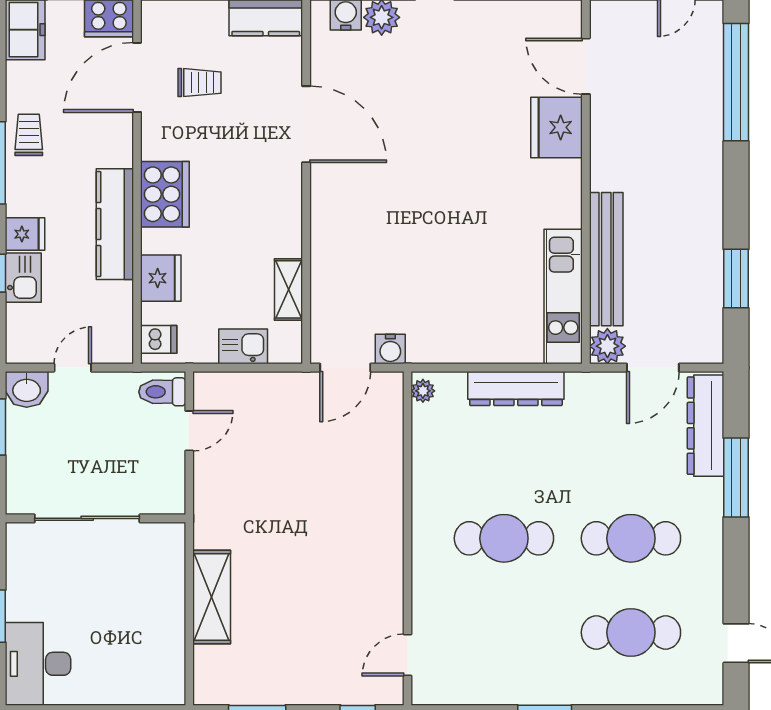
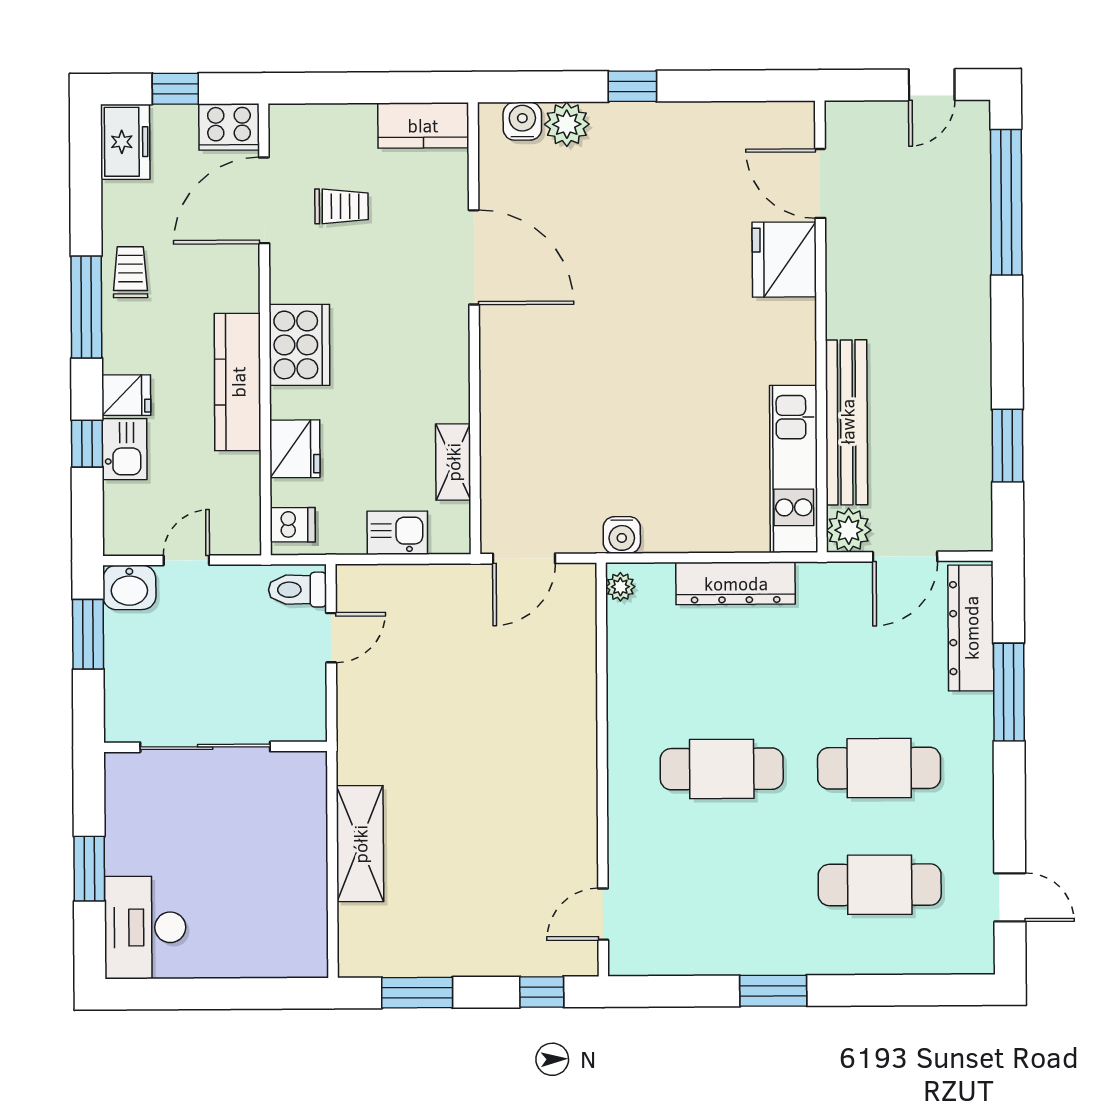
water cooler: (390, 349) -> (622, 535), moved

